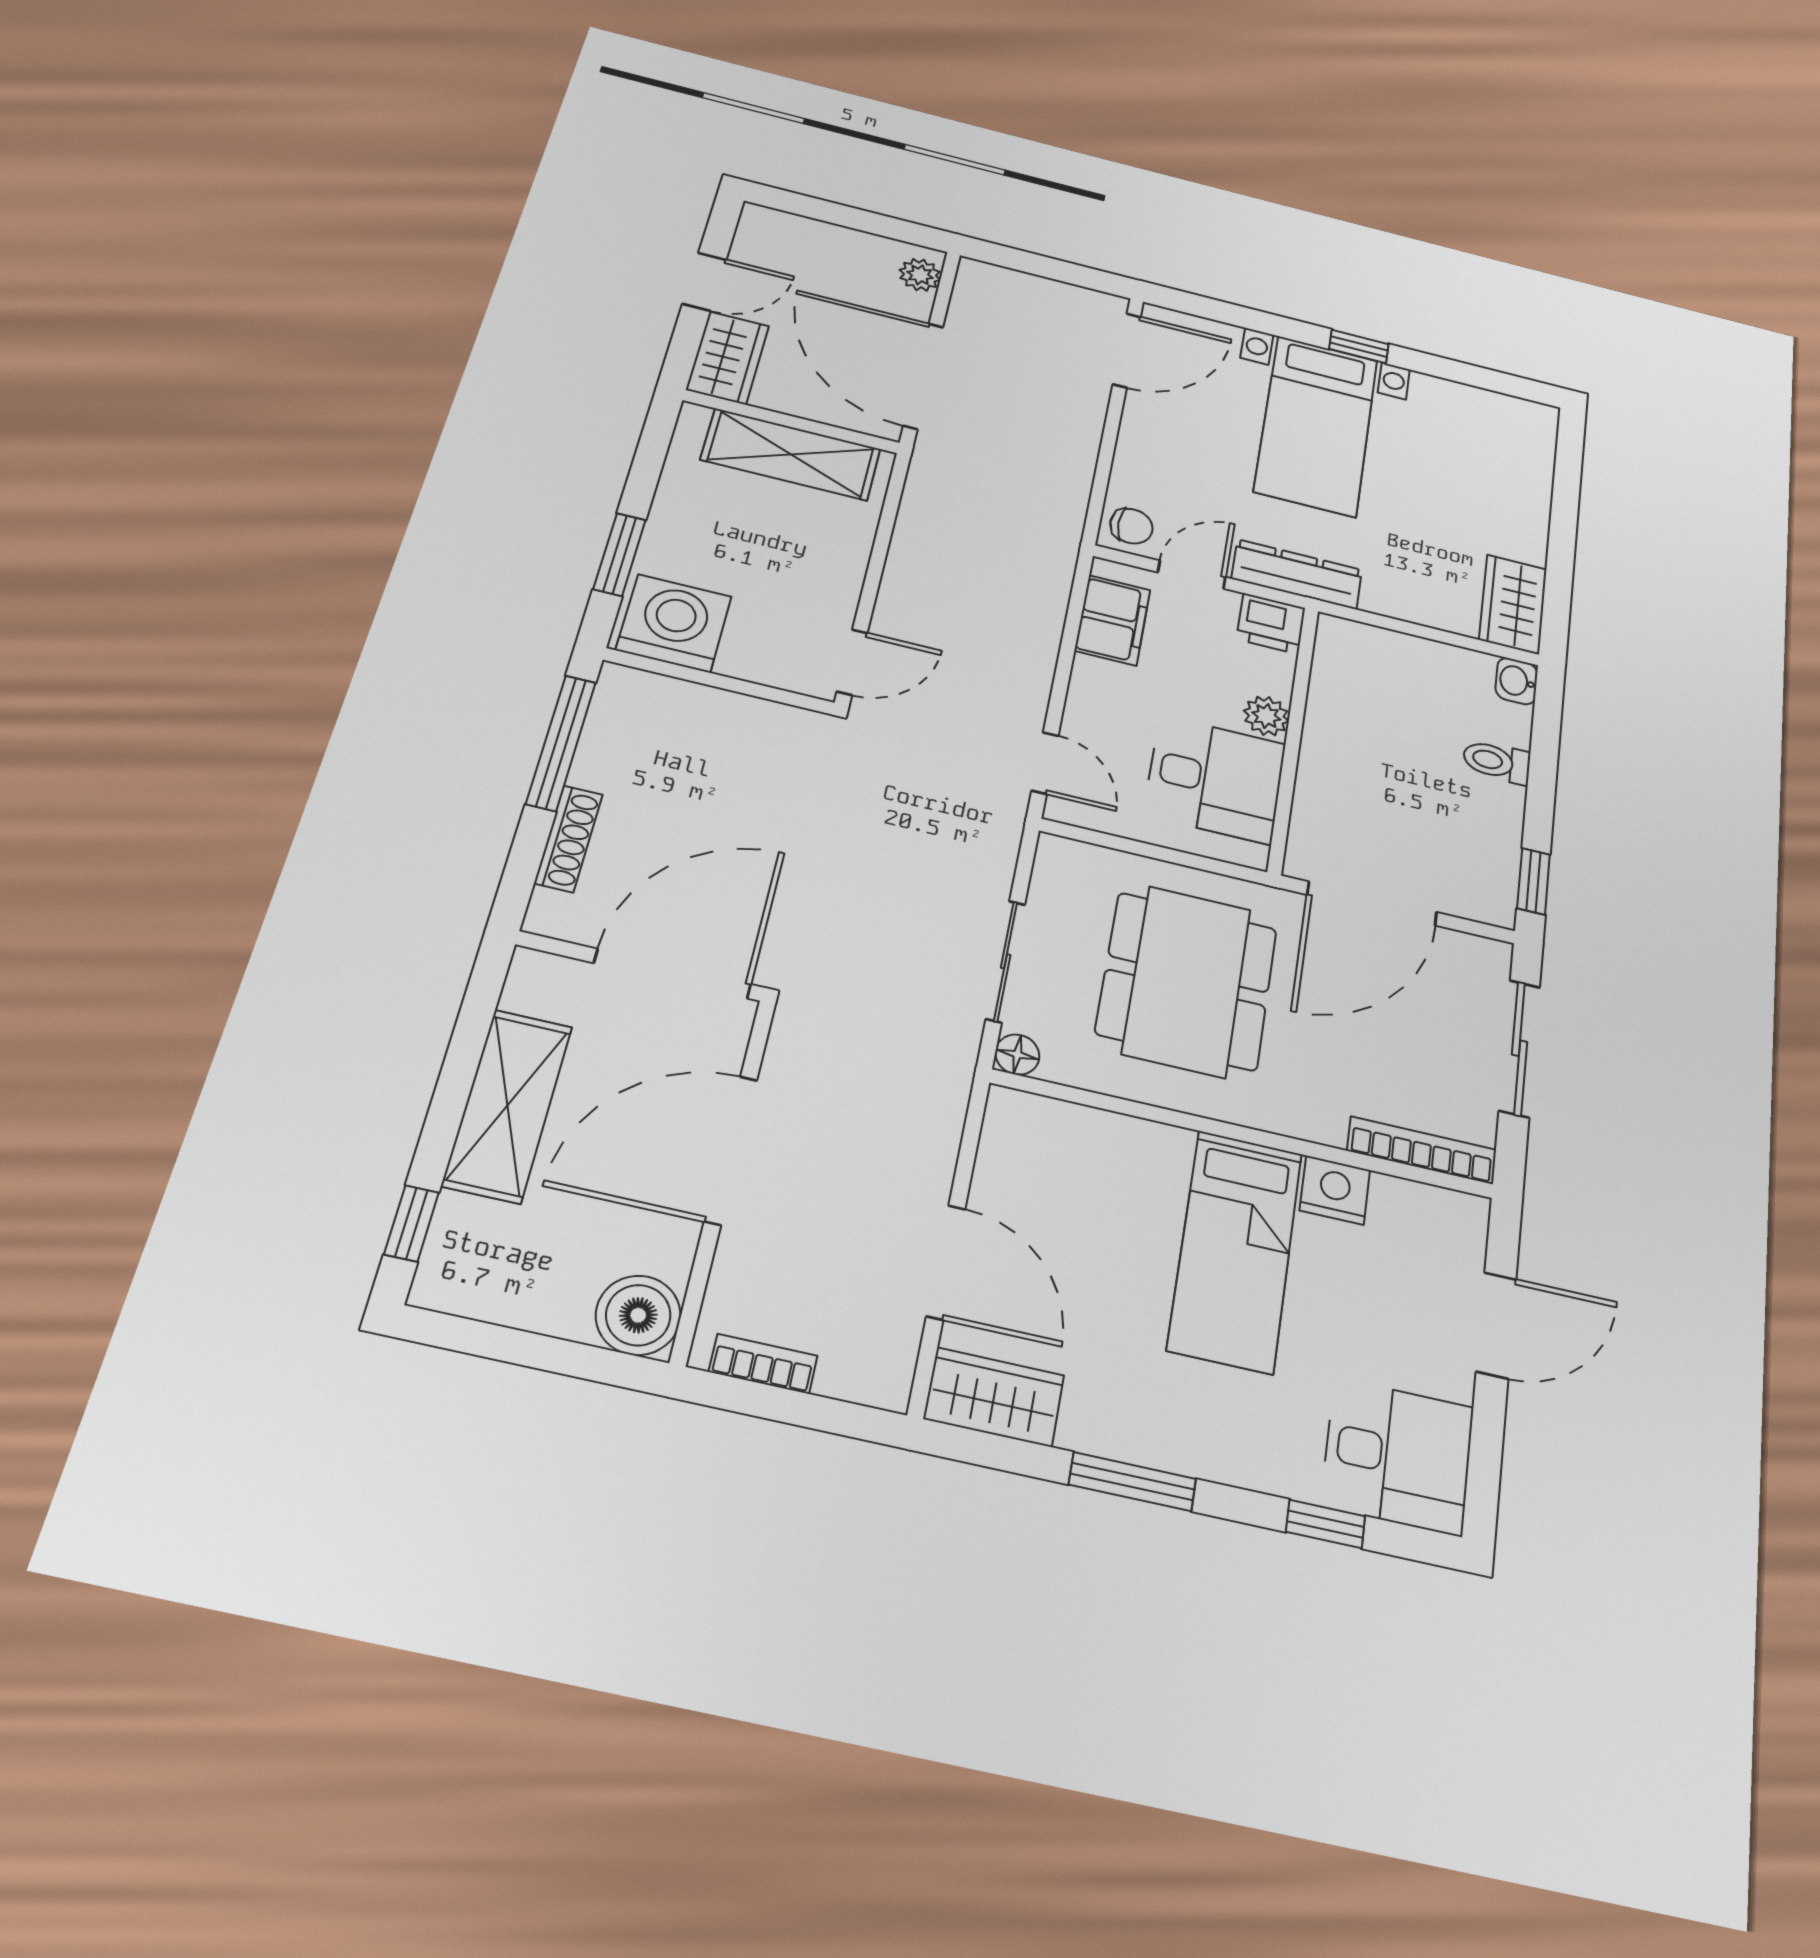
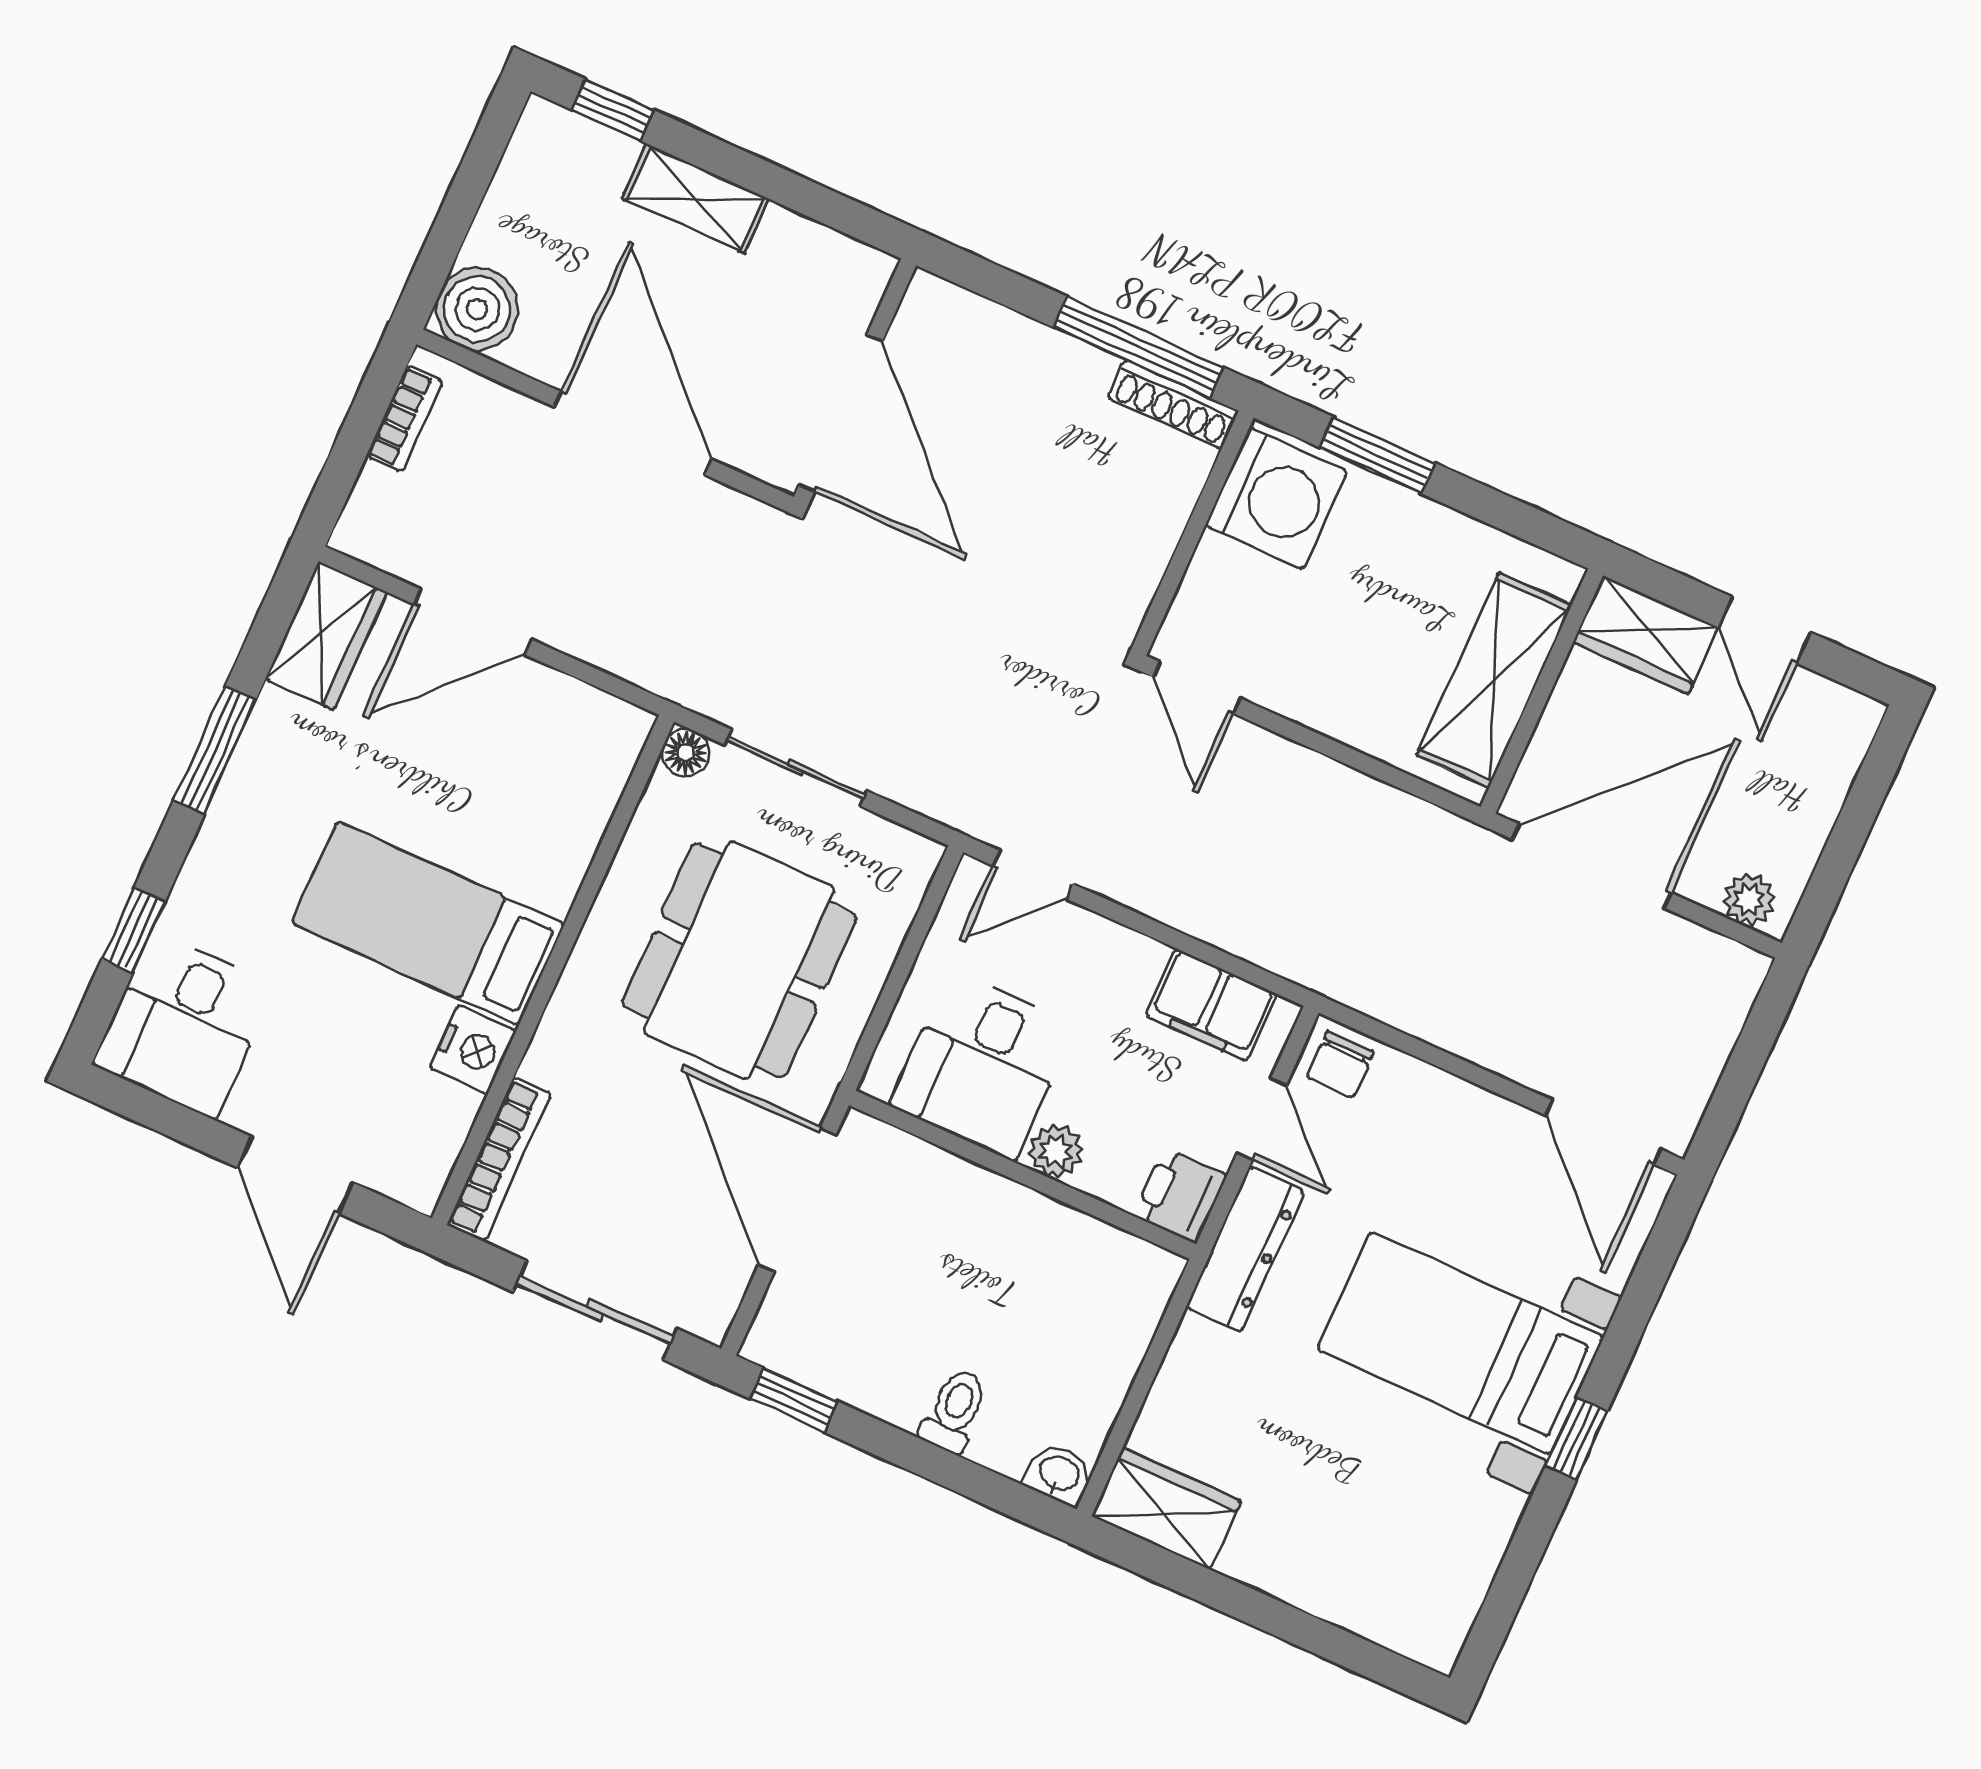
shoe rack: (568, 839) -> (1173, 404), moved
dining table: (1187, 981) -> (739, 960), turned 90
shelving: (507, 1105) -> (695, 198), width x0.67, depth x0.75

